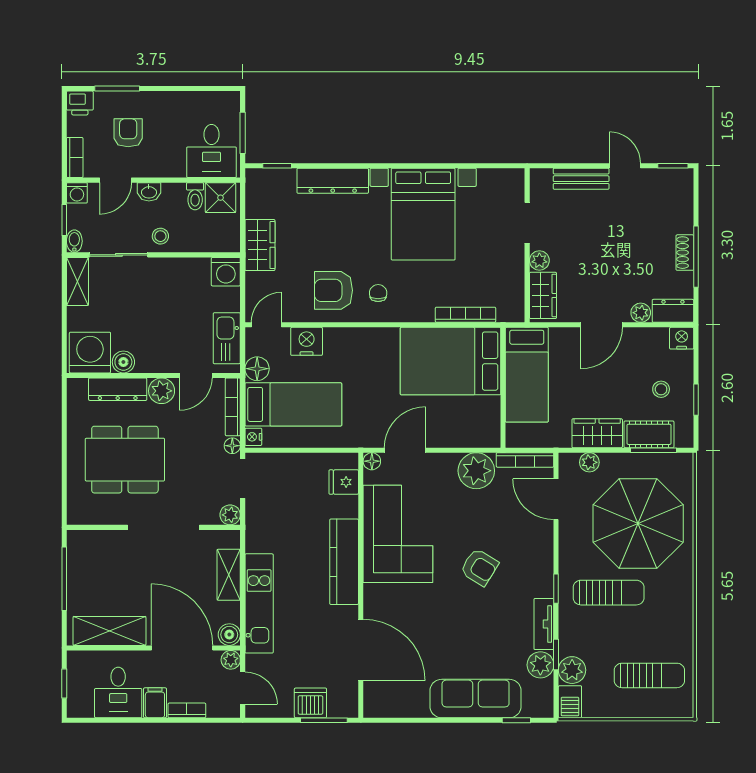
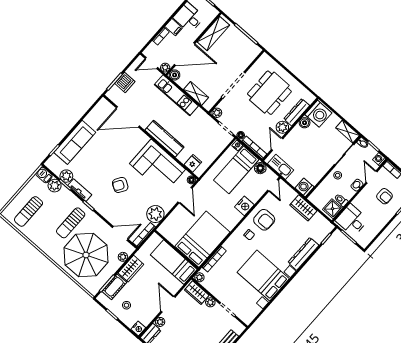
armchair: (333, 290) -> (264, 220), turned 90
plant: (515, 313) -> (199, 277), added
nightstand: (307, 341) -> (244, 206), moved

